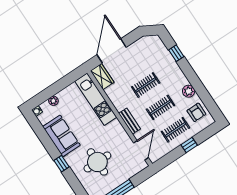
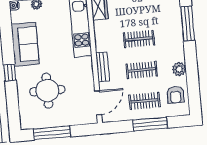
window: (176, 53) -> (188, 23), width x2.17
window: (189, 145) -> (150, 124), width x2.17

